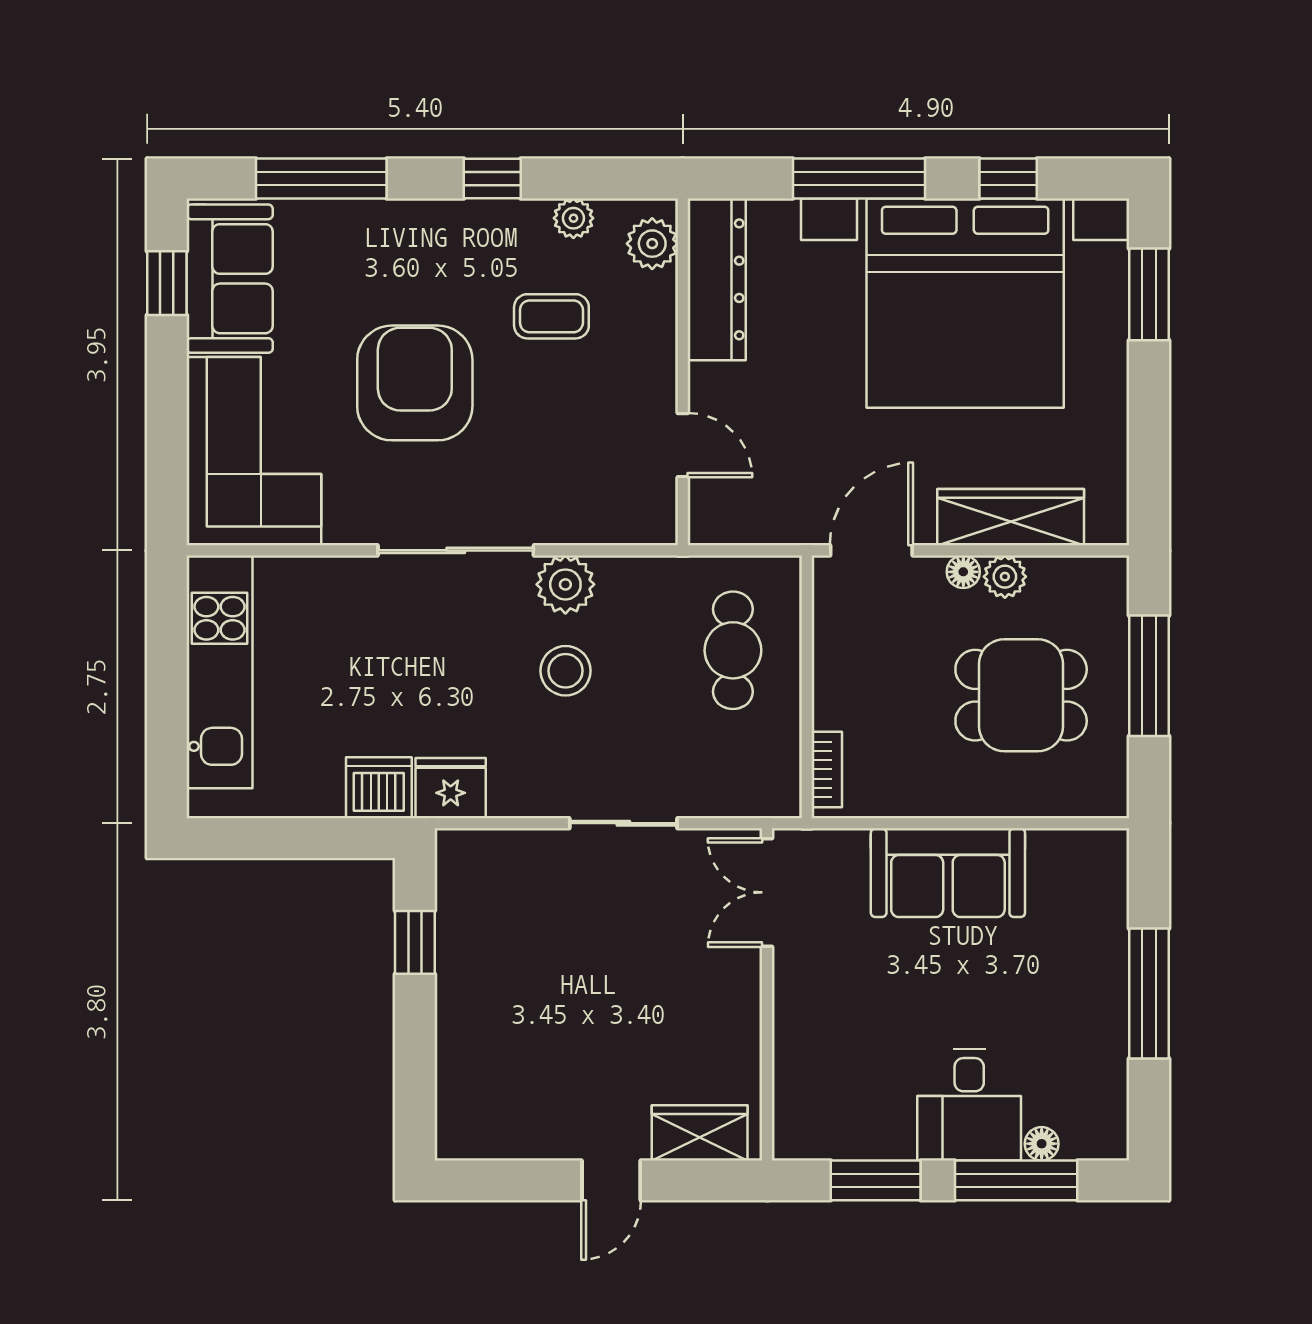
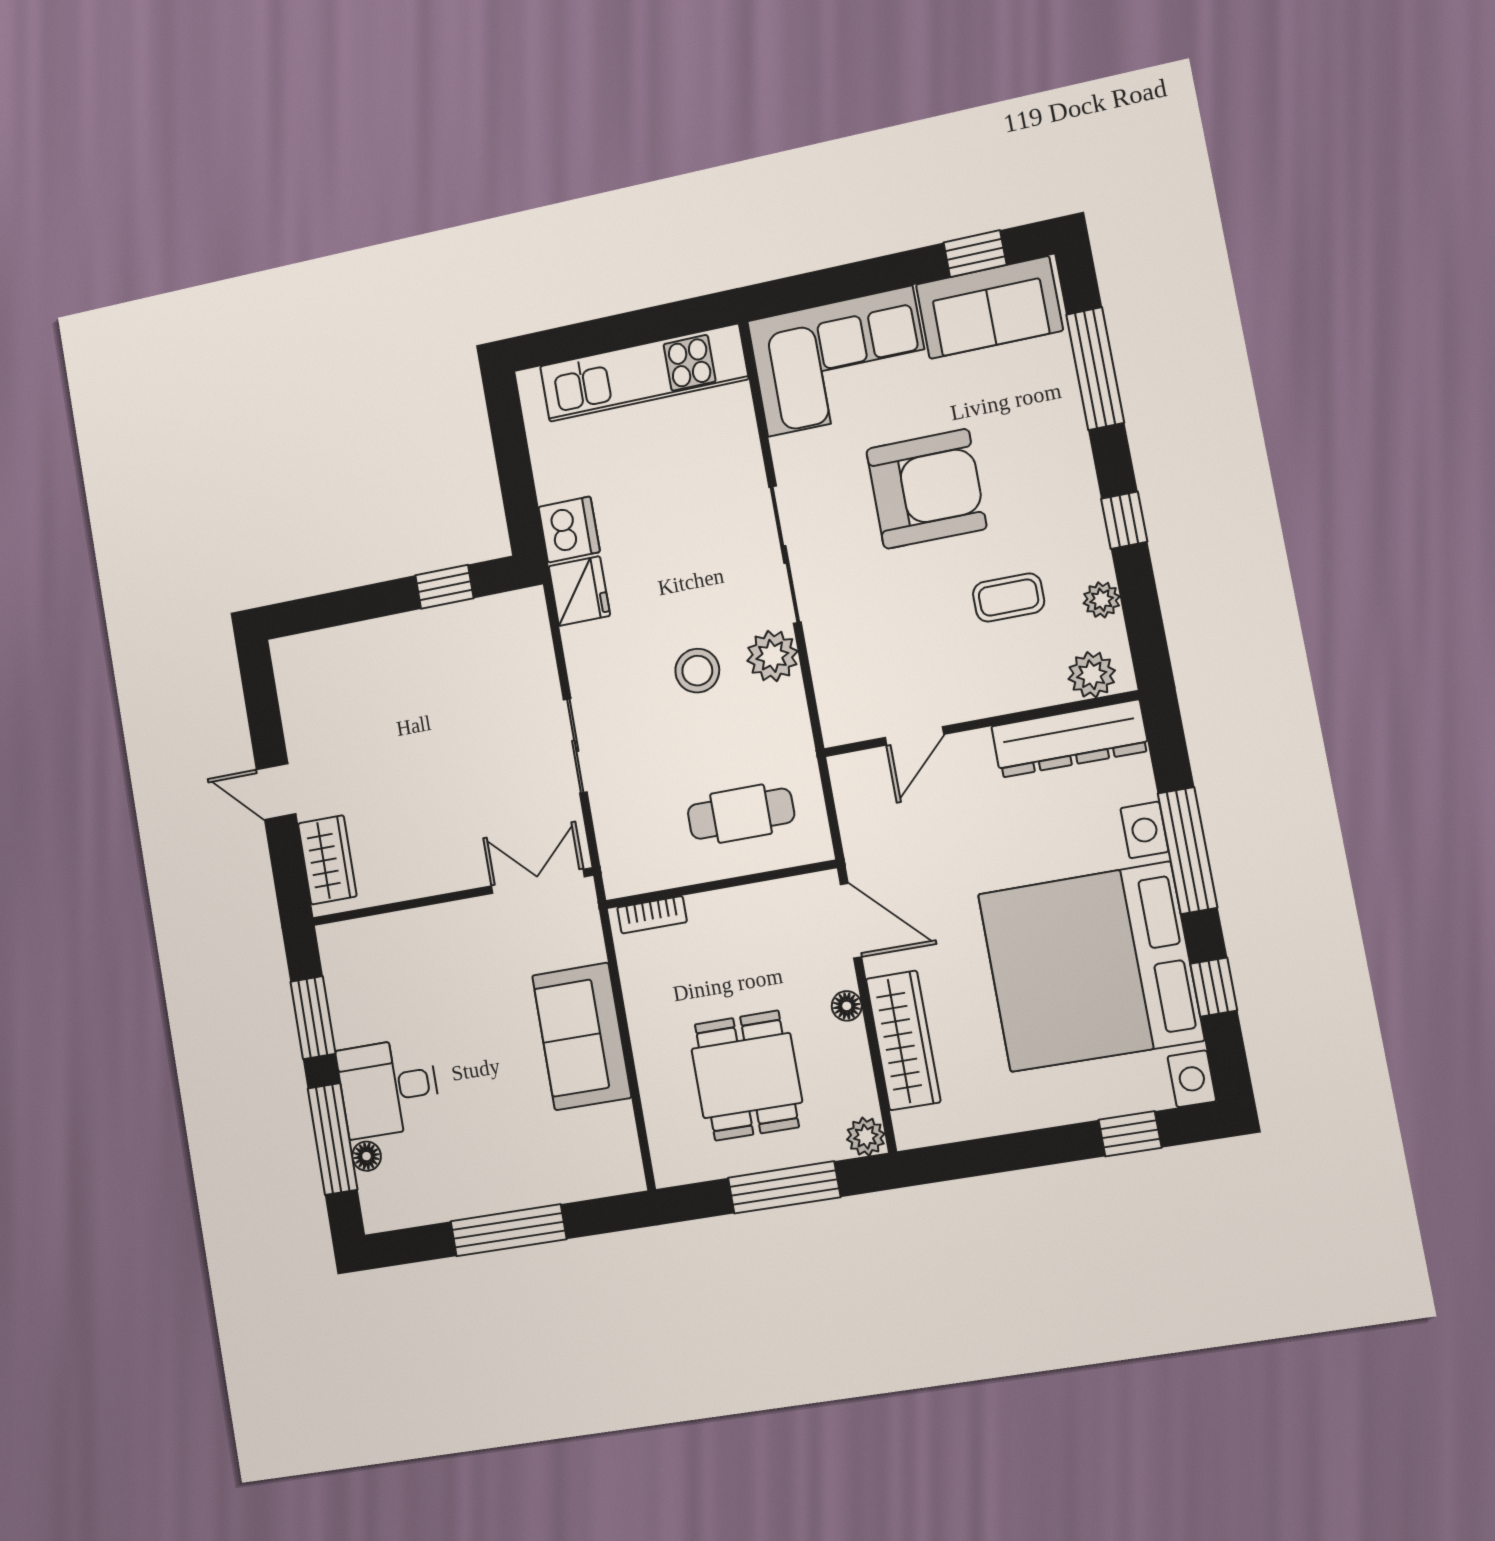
window: (1149, 294) -> (1130, 1134), width x0.67
coffee table: (551, 316) -> (1009, 598), turned 90
plant: (1005, 577) -> (866, 1137), moved

